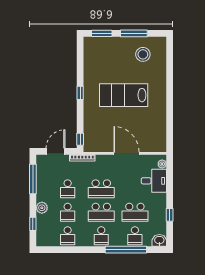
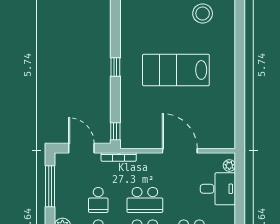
door: (55, 151) -> (81, 148), hinge flipped

